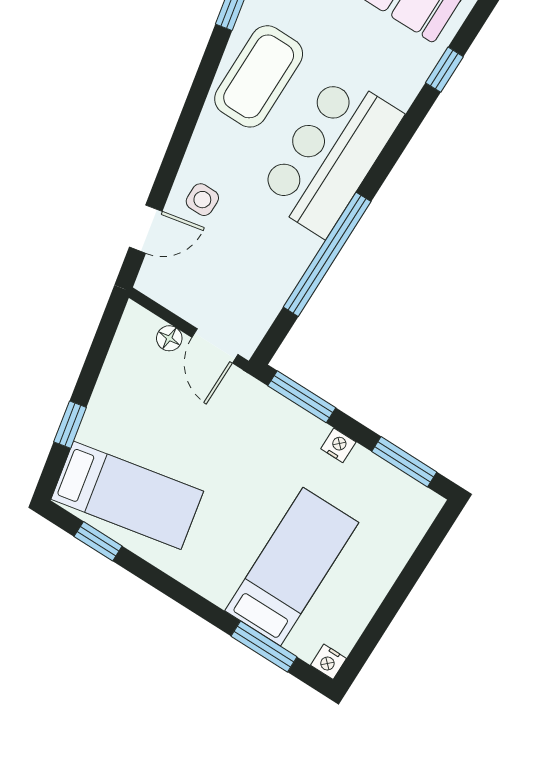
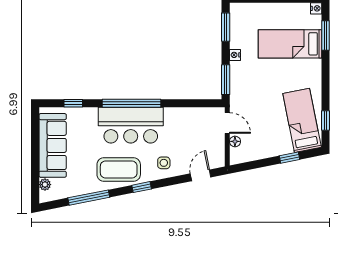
window: (196, 100) -> (142, 187), added
side table: (202, 200) -> (164, 163), moved
door: (146, 229) -> (201, 175), hinge flipped
window: (327, 254) -> (132, 103), moved
door: (215, 346) -> (227, 123), hinge flipped

